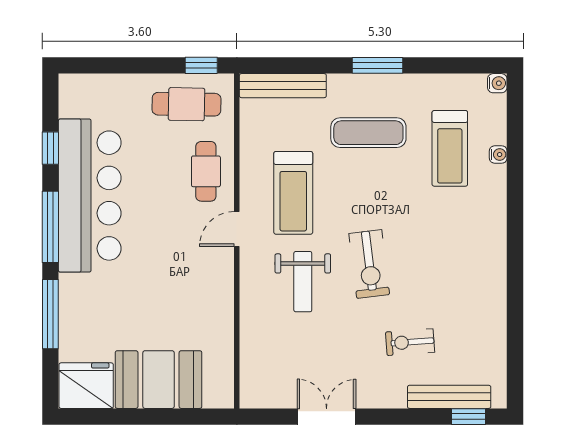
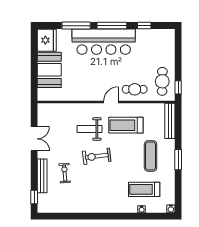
bar counter: (90, 196) -> (104, 42), moved
door: (237, 229) -> (111, 102), hinge flipped
bench: (449, 397) -> (42, 176), moved

